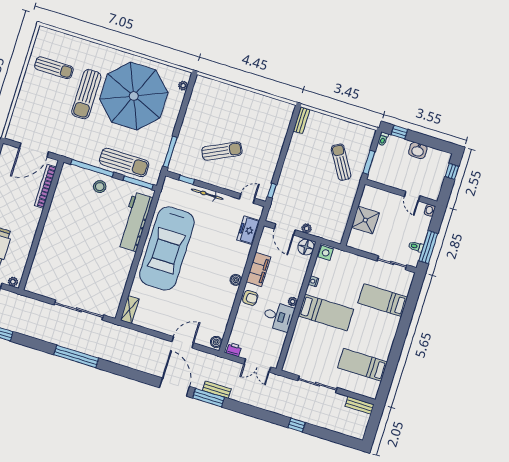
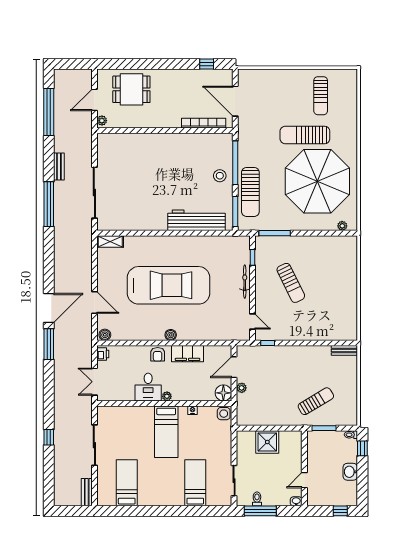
freezer: (248, 230) -> (222, 332), removed
car: (167, 248) -> (169, 285), moved, turned 180
bench: (217, 390) -> (59, 166), moved

